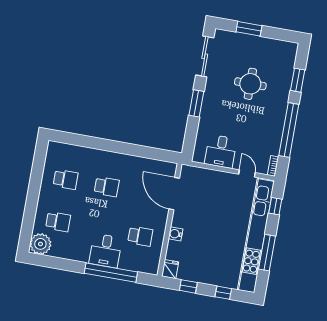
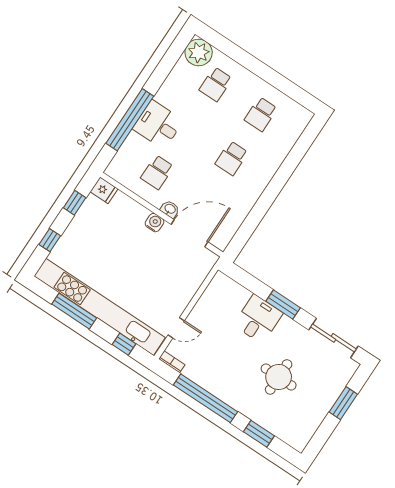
desk: (221, 151) -> (258, 319), moved, turned 90
washbasin: (163, 215) -> (170, 209), added
water cooler: (175, 234) -> (155, 223), moved

